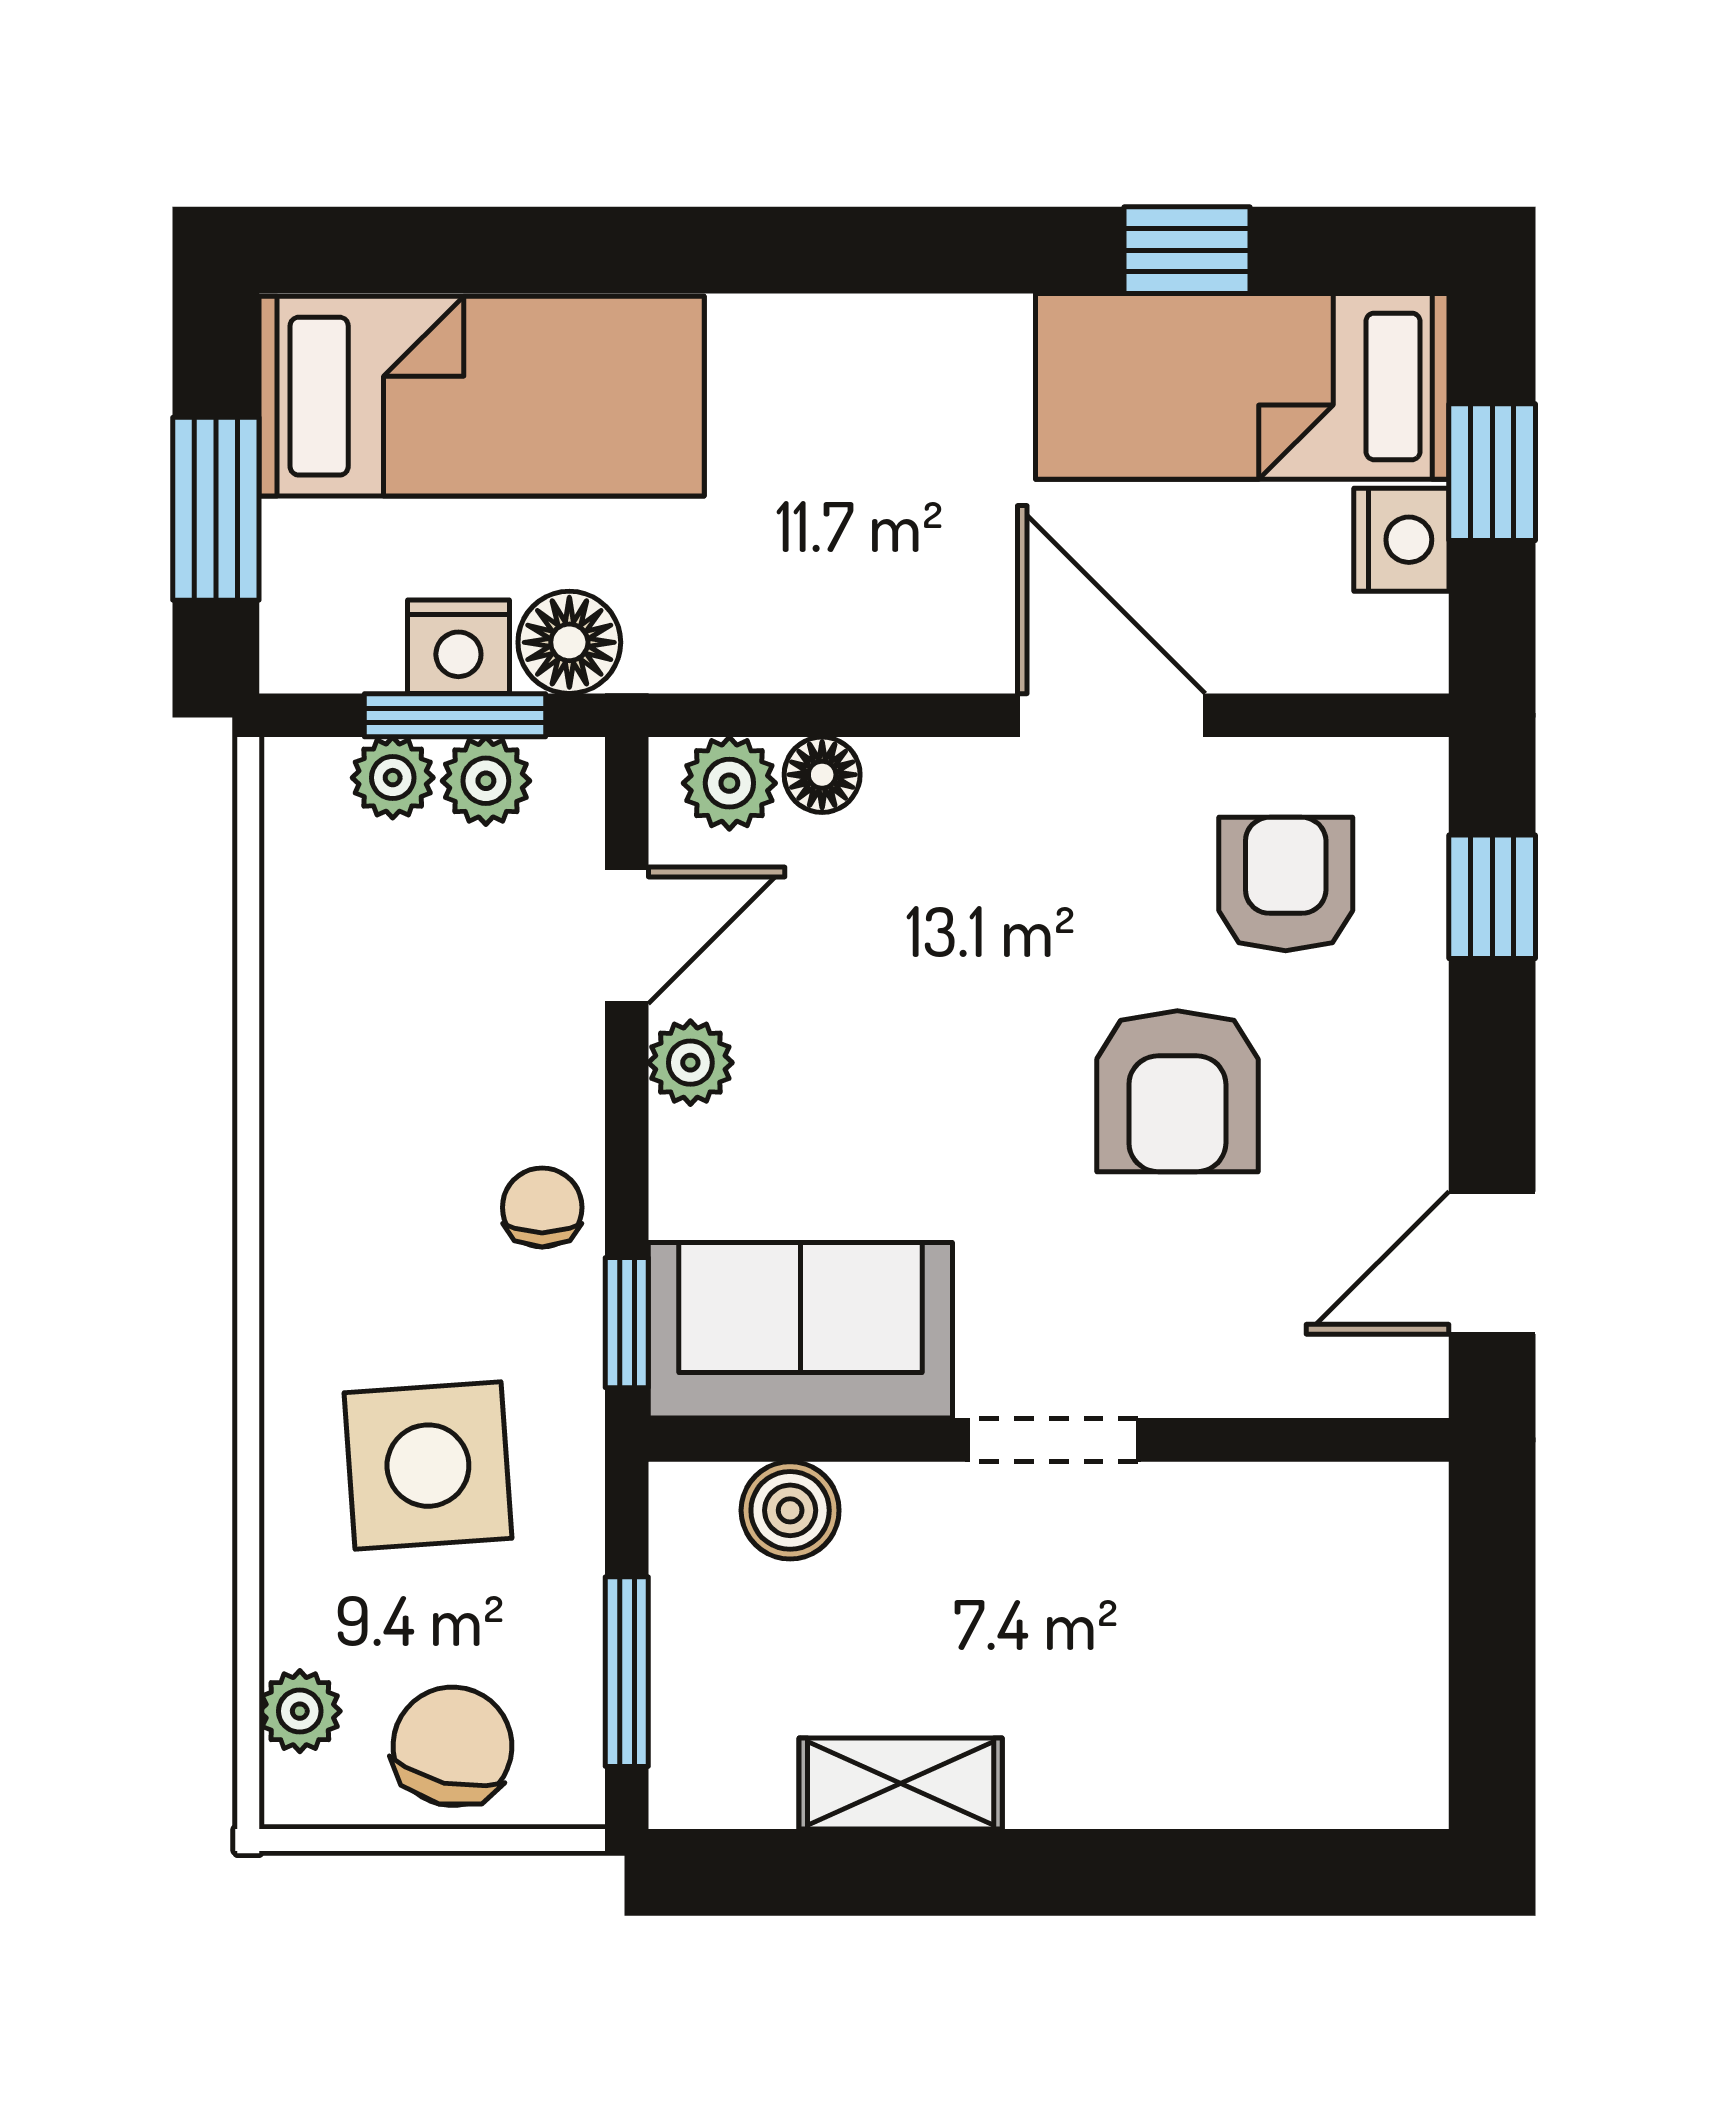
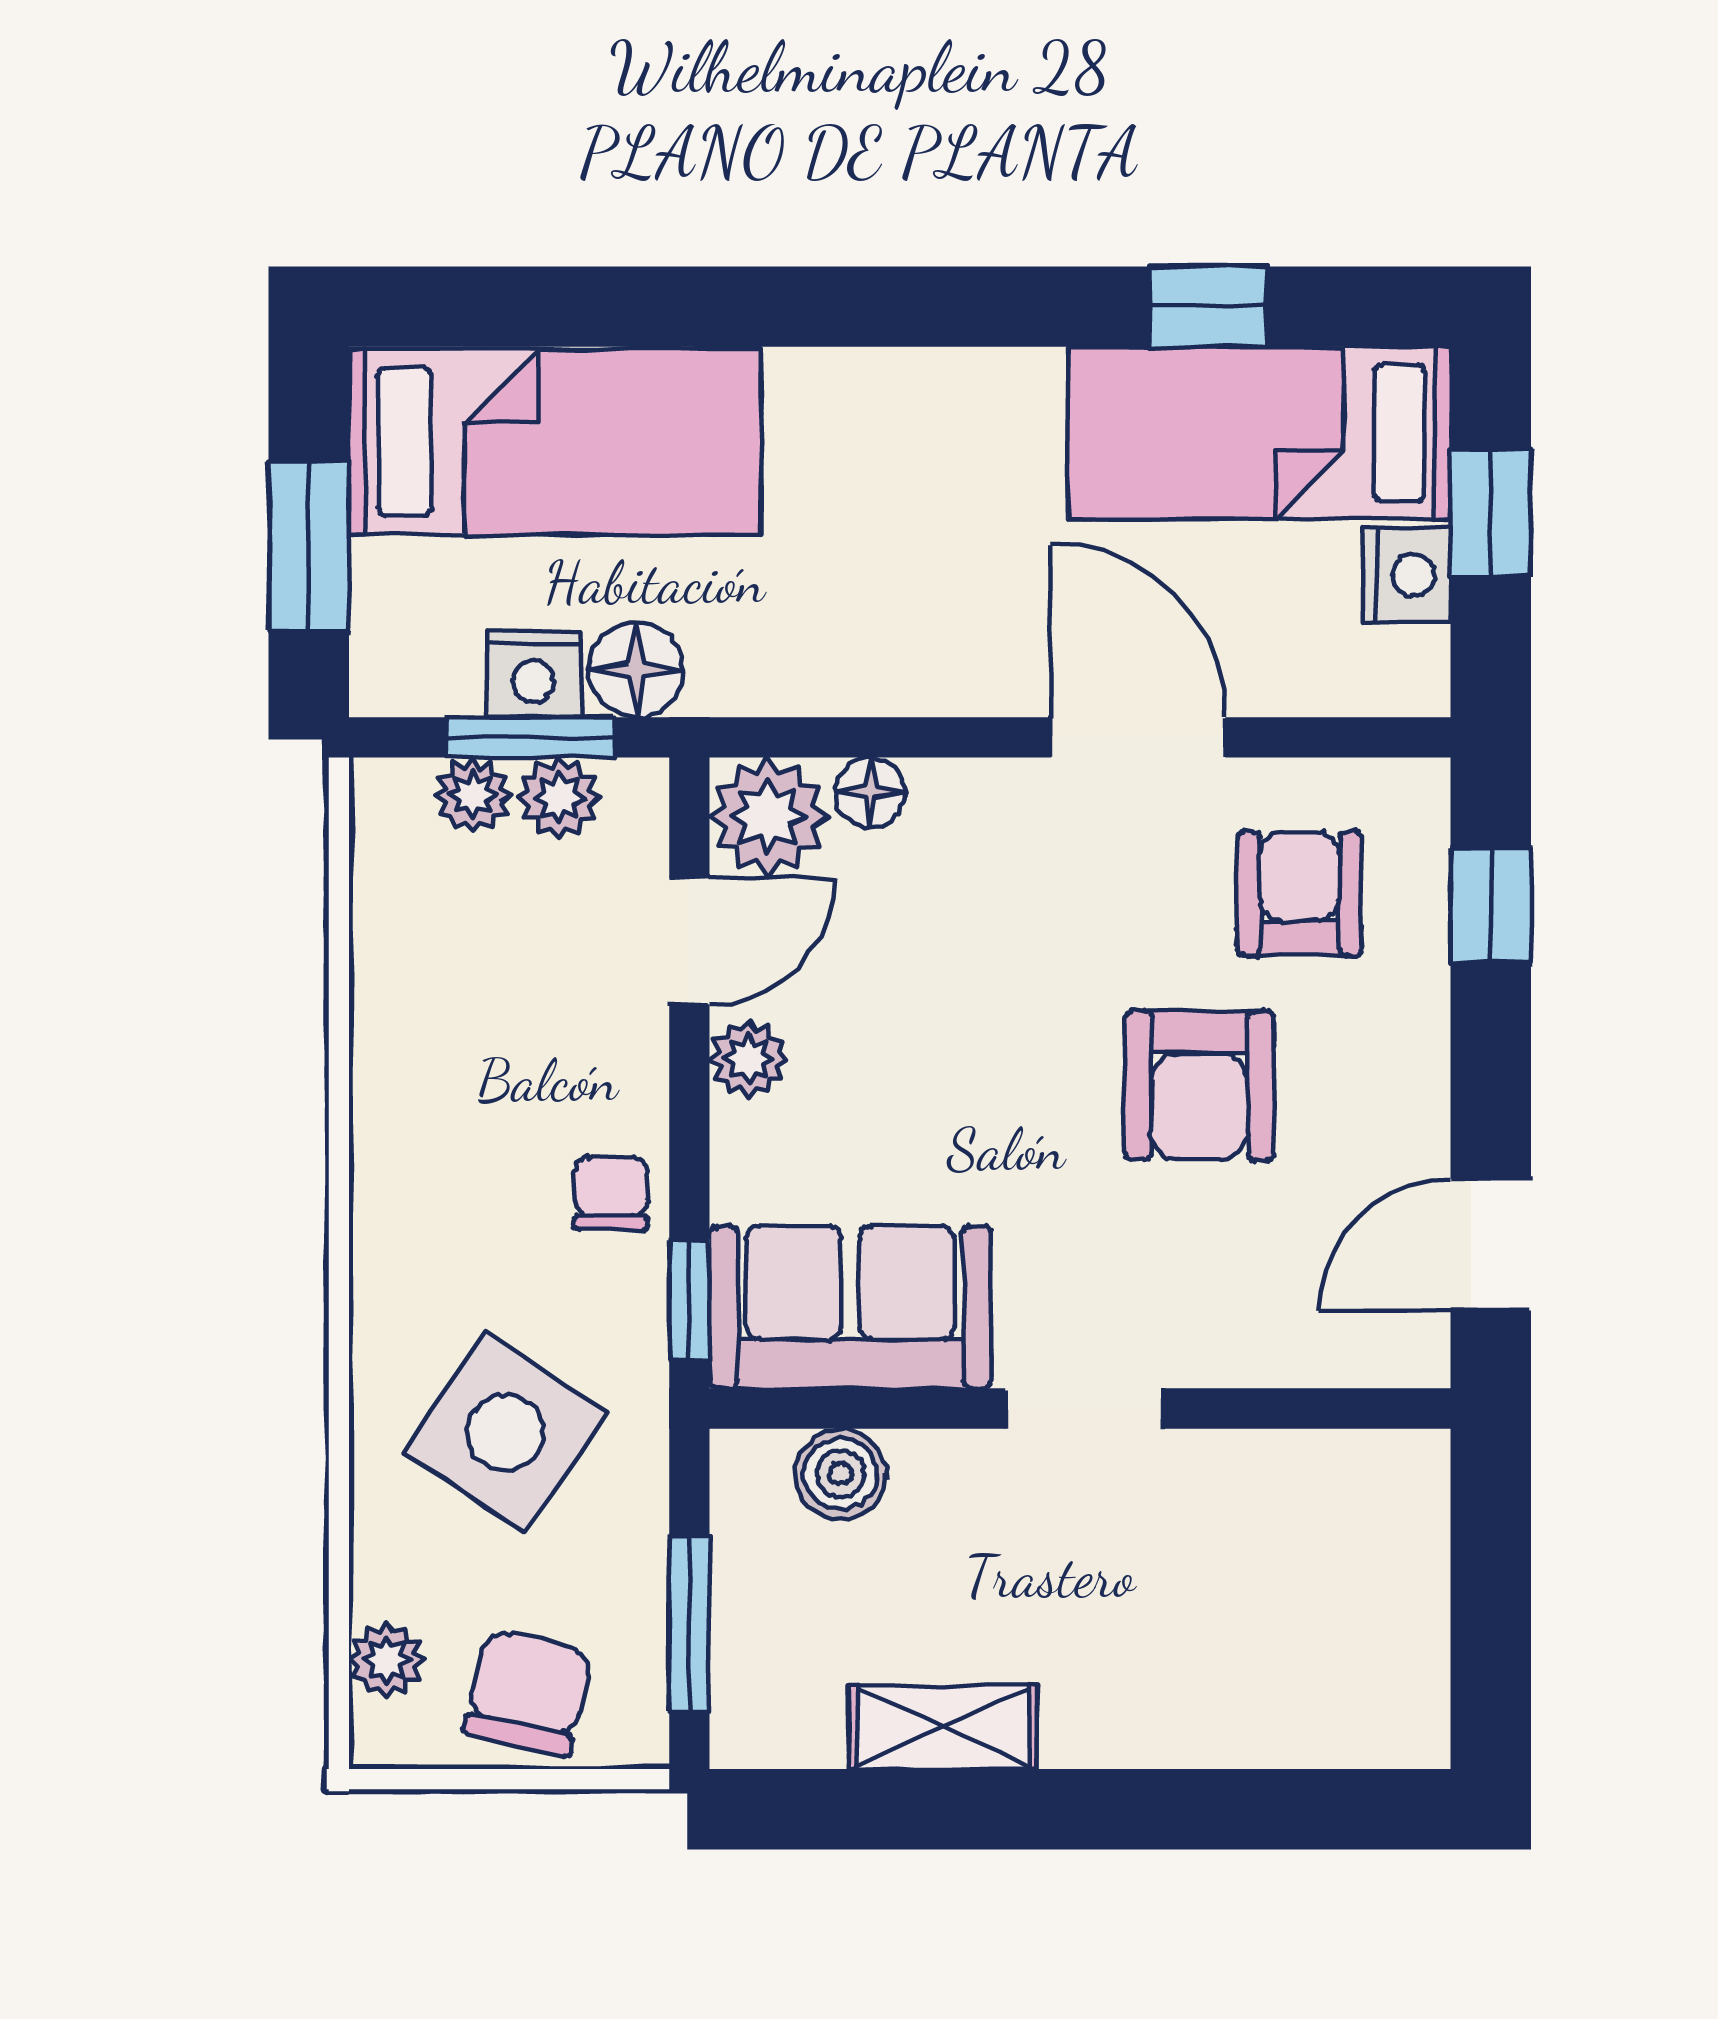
plant: (729, 783) -> (768, 816), width x1.38, depth x1.38
side table: (428, 1466) -> (505, 1432), turned 38

